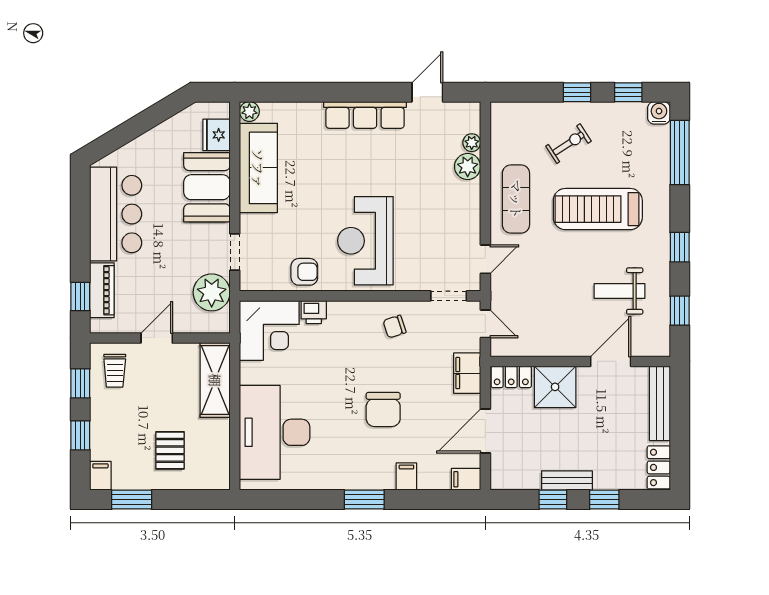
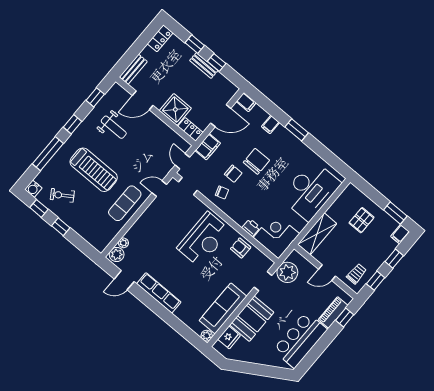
exercise bike: (569, 144) -> (62, 195), moved
window: (680, 153) -> (48, 154), moved
plant: (468, 167) -> (117, 255), moved
chair: (401, 366) -> (233, 174), added
bench: (660, 403) -> (133, 69), width x0.73

